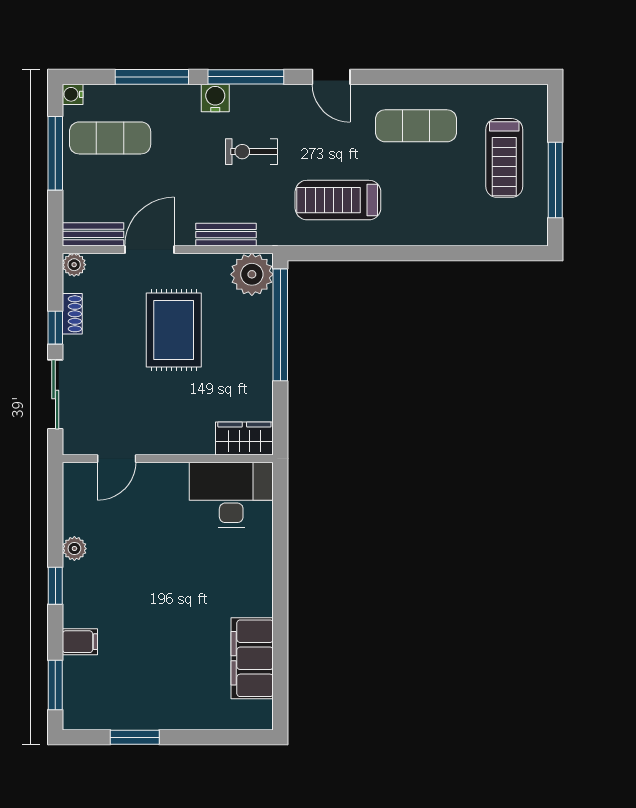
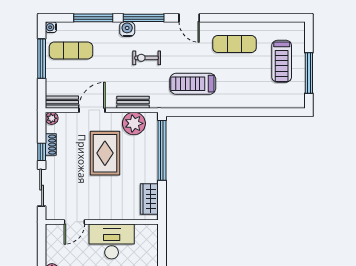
plant: (252, 274) -> (134, 123), moved
wardrobe: (244, 438) -> (149, 199), moved, turned -90
desk: (231, 495) -> (112, 241), moved

